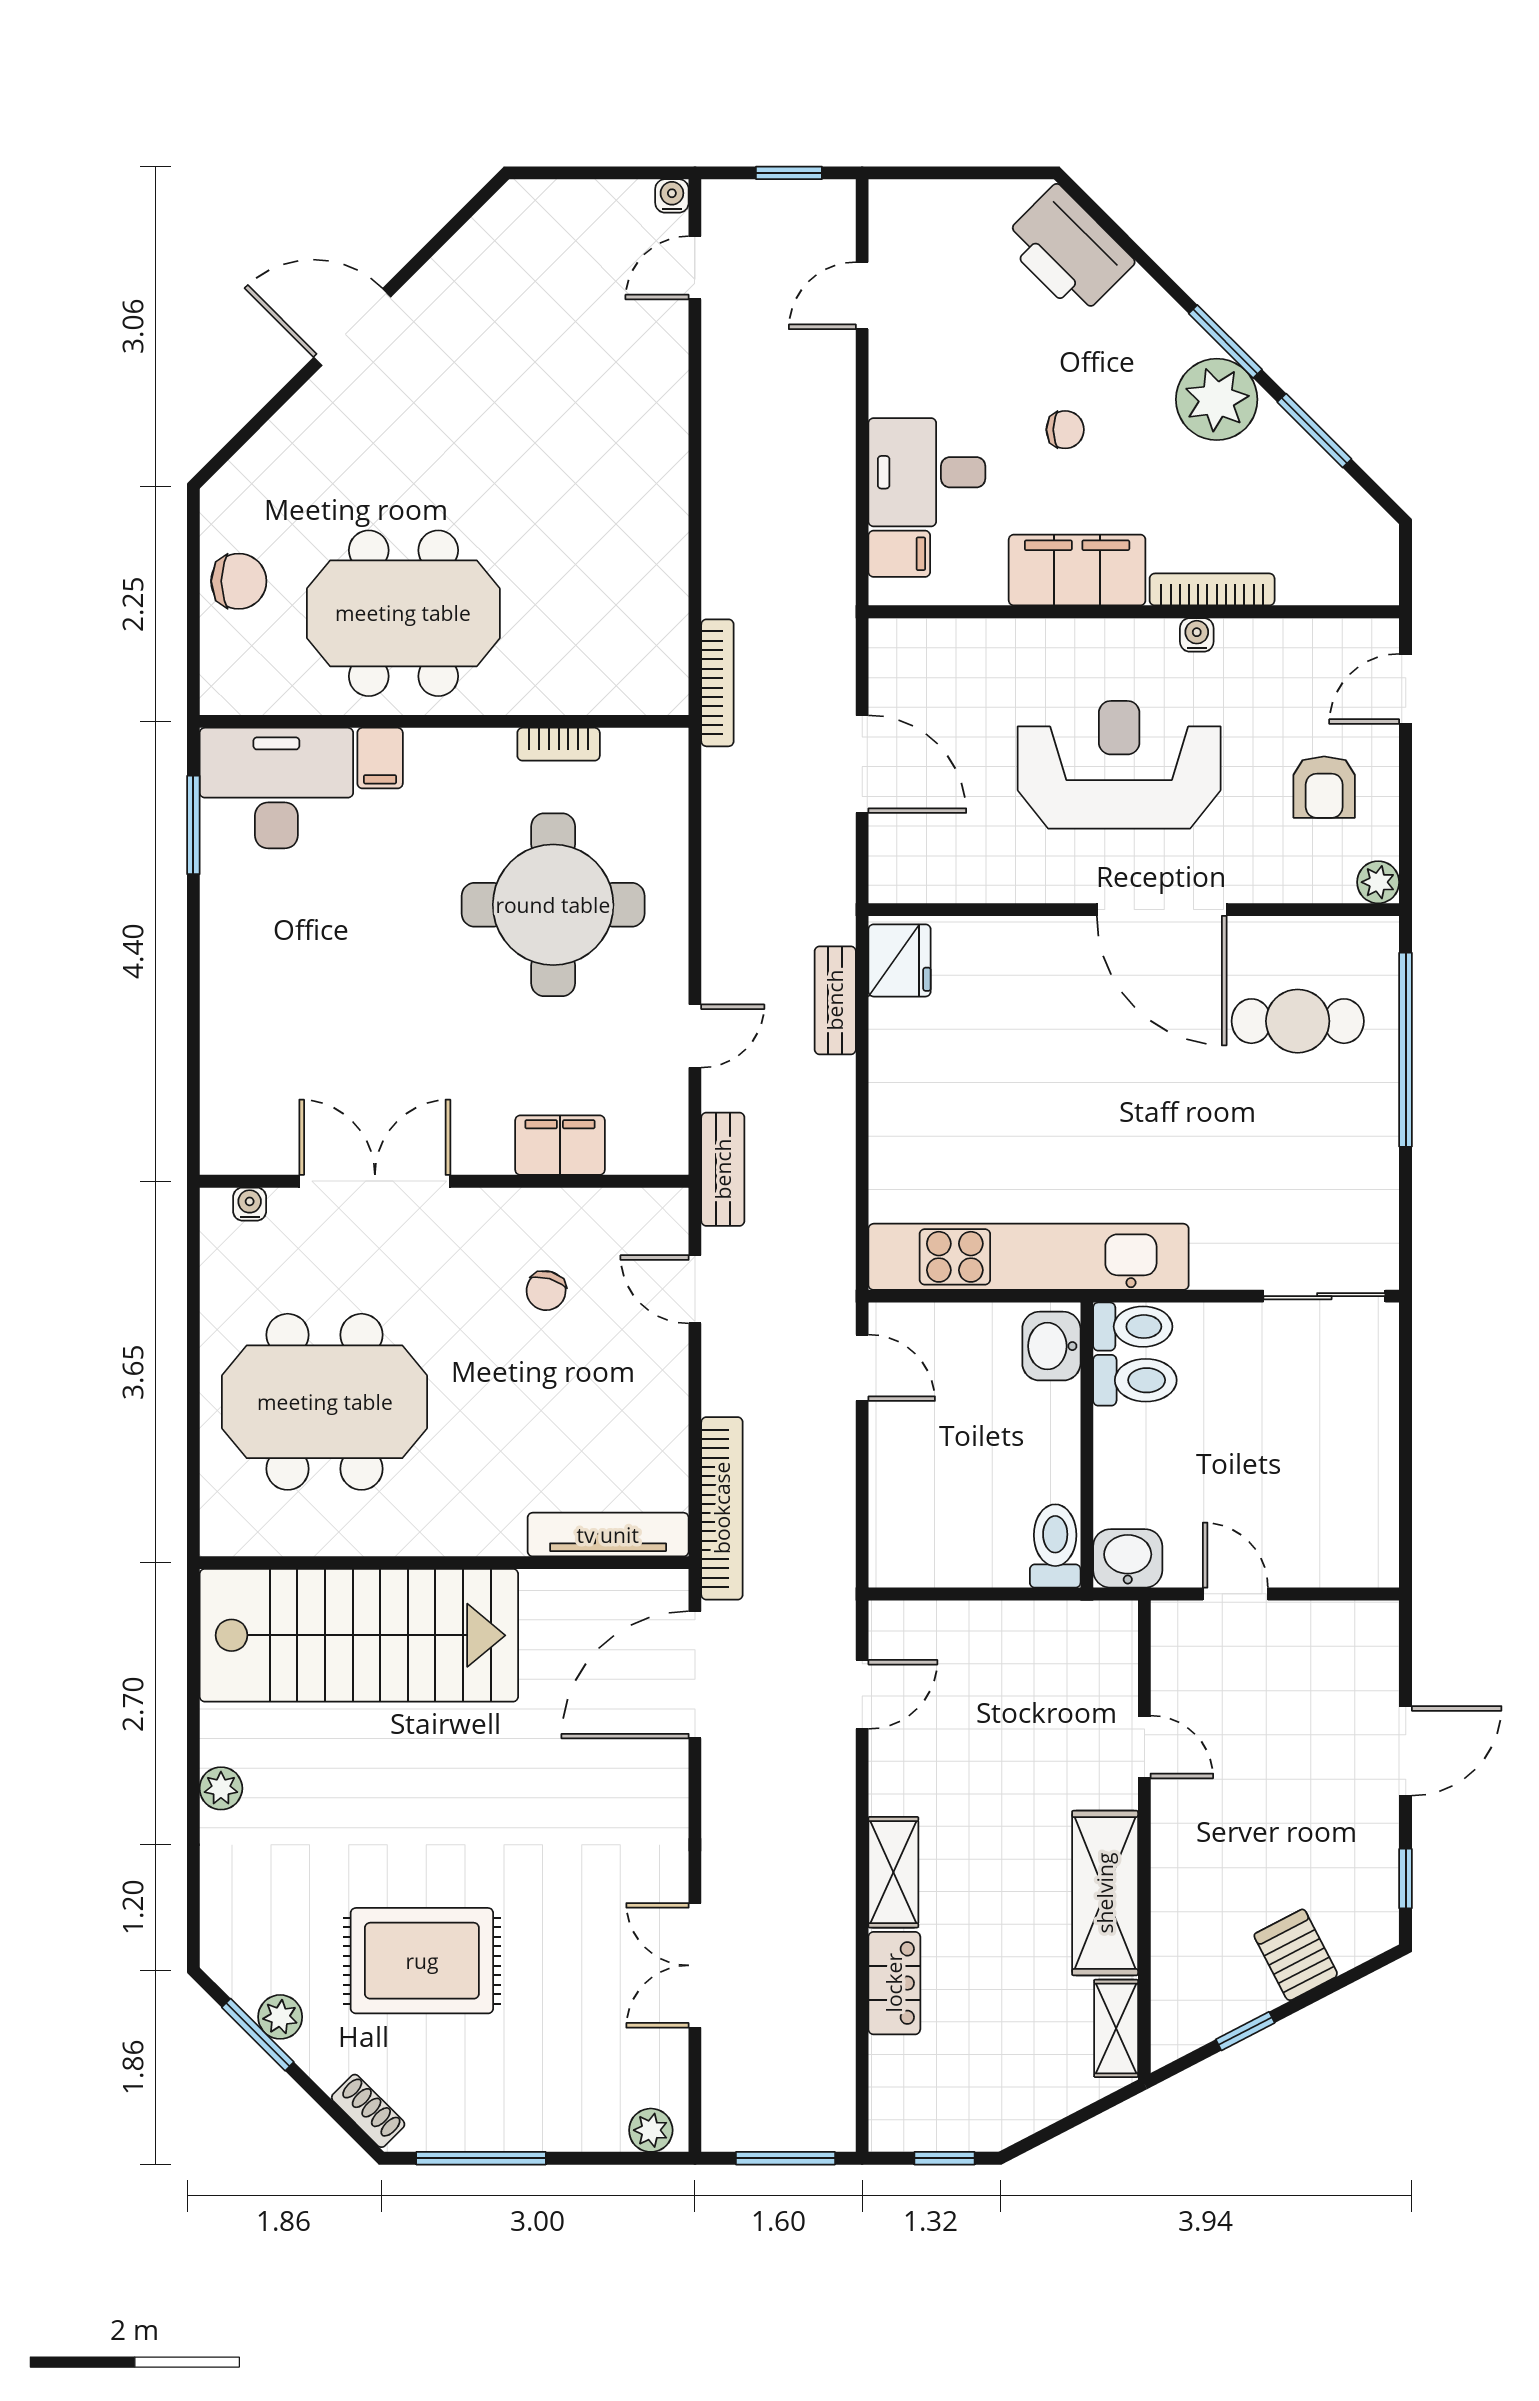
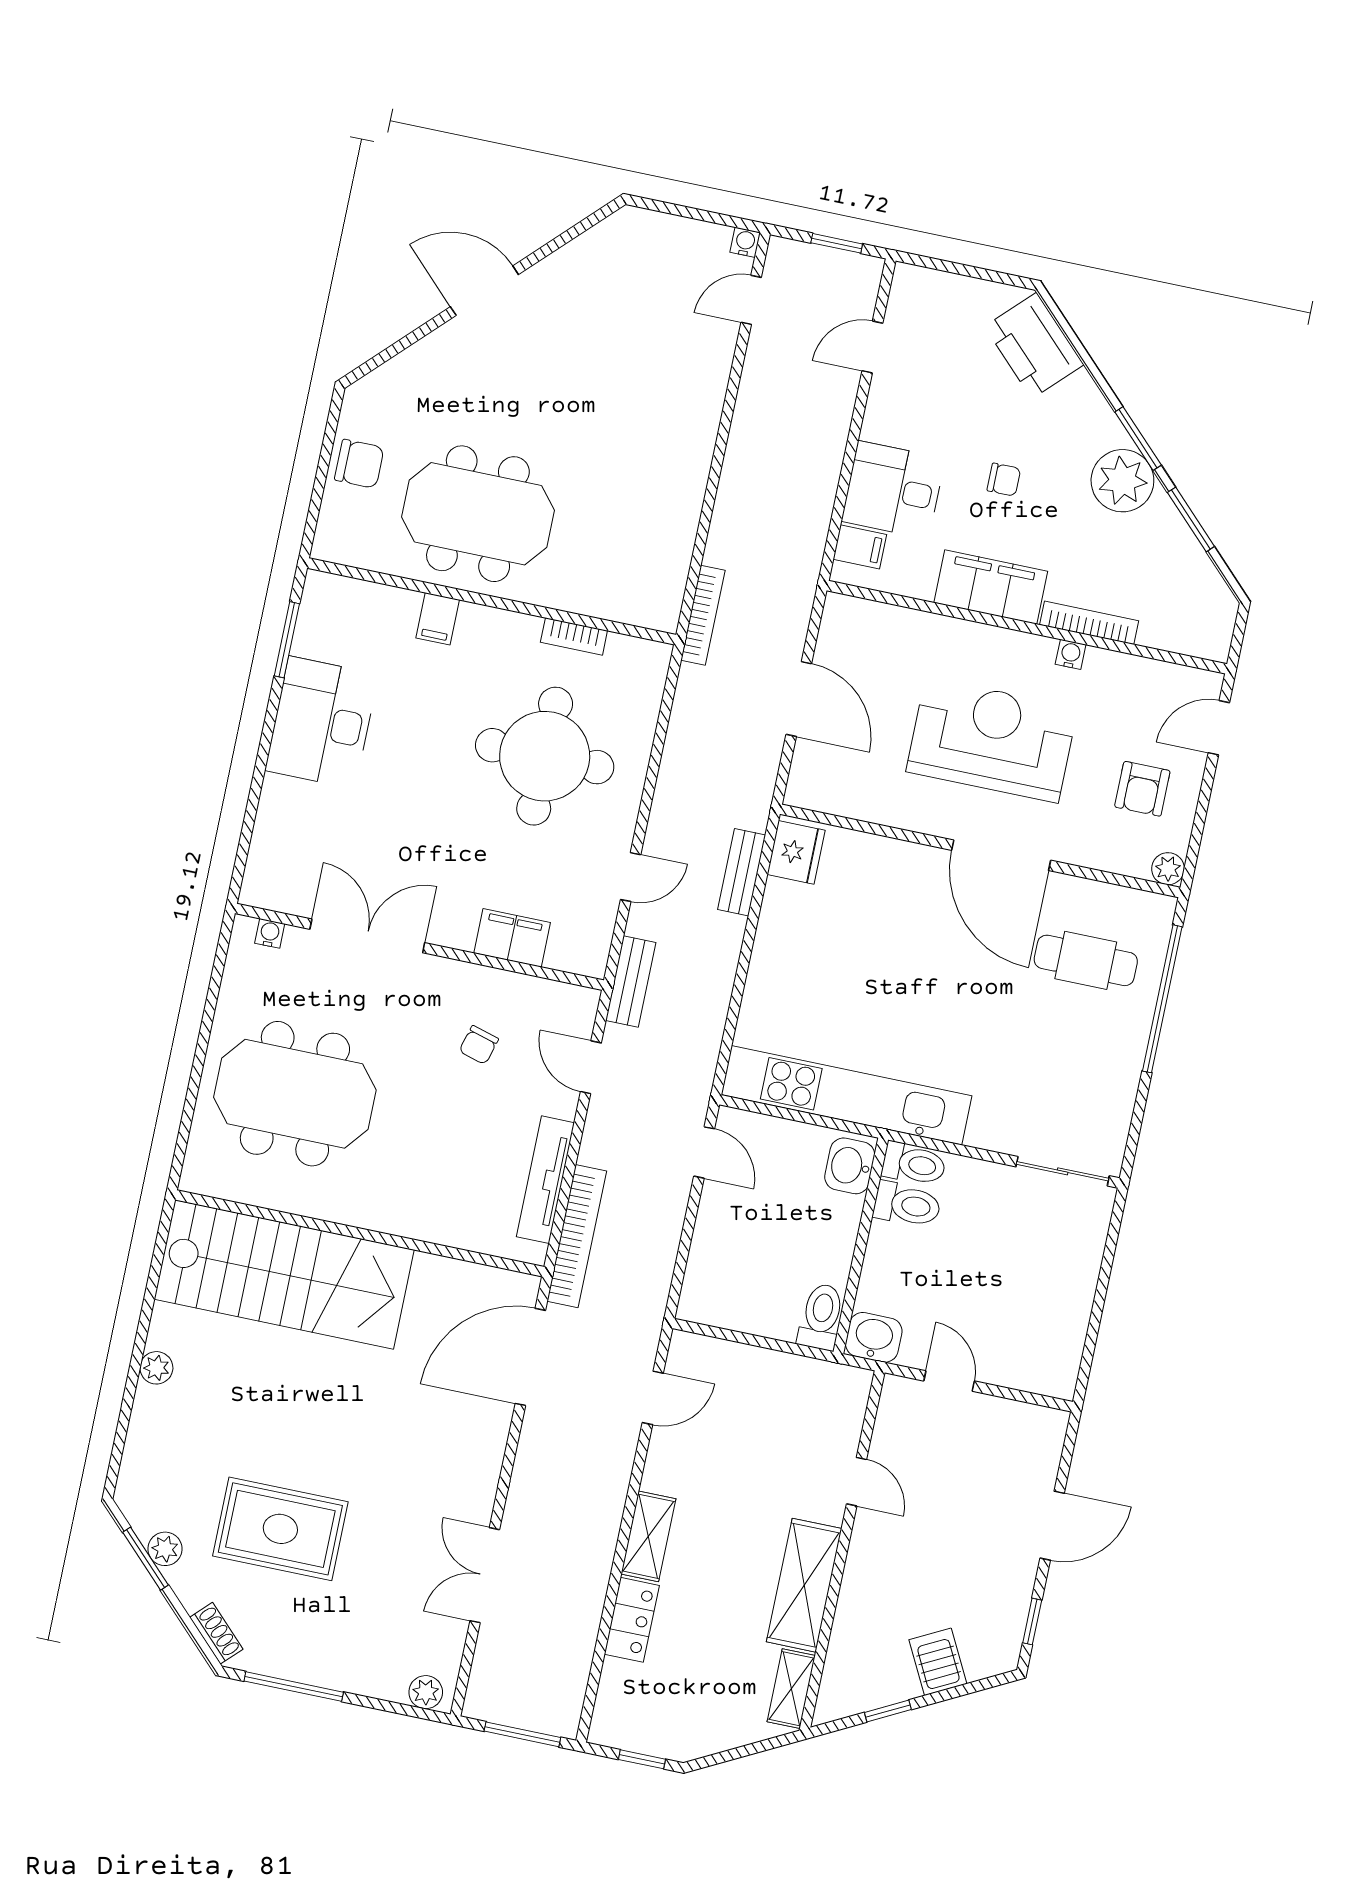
desk: (276, 788) -> (322, 723), moved, turned -90
tv unit: (608, 1535) -> (545, 1180), moved, turned -90

